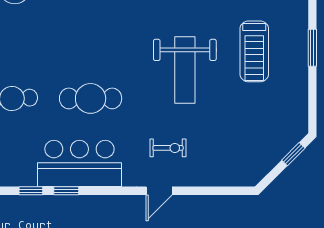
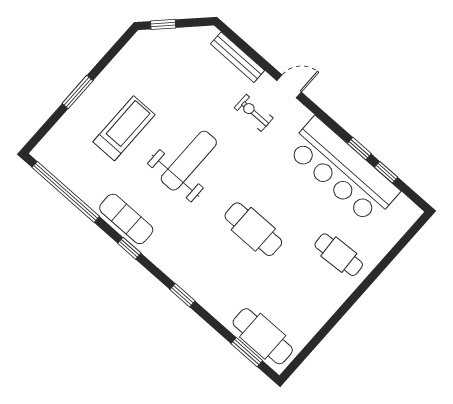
cafe table: (91, 98) -> (253, 229), moved
bar counter: (79, 163) -> (343, 171), width x1.36
bench: (217, 179) -> (237, 57), added

